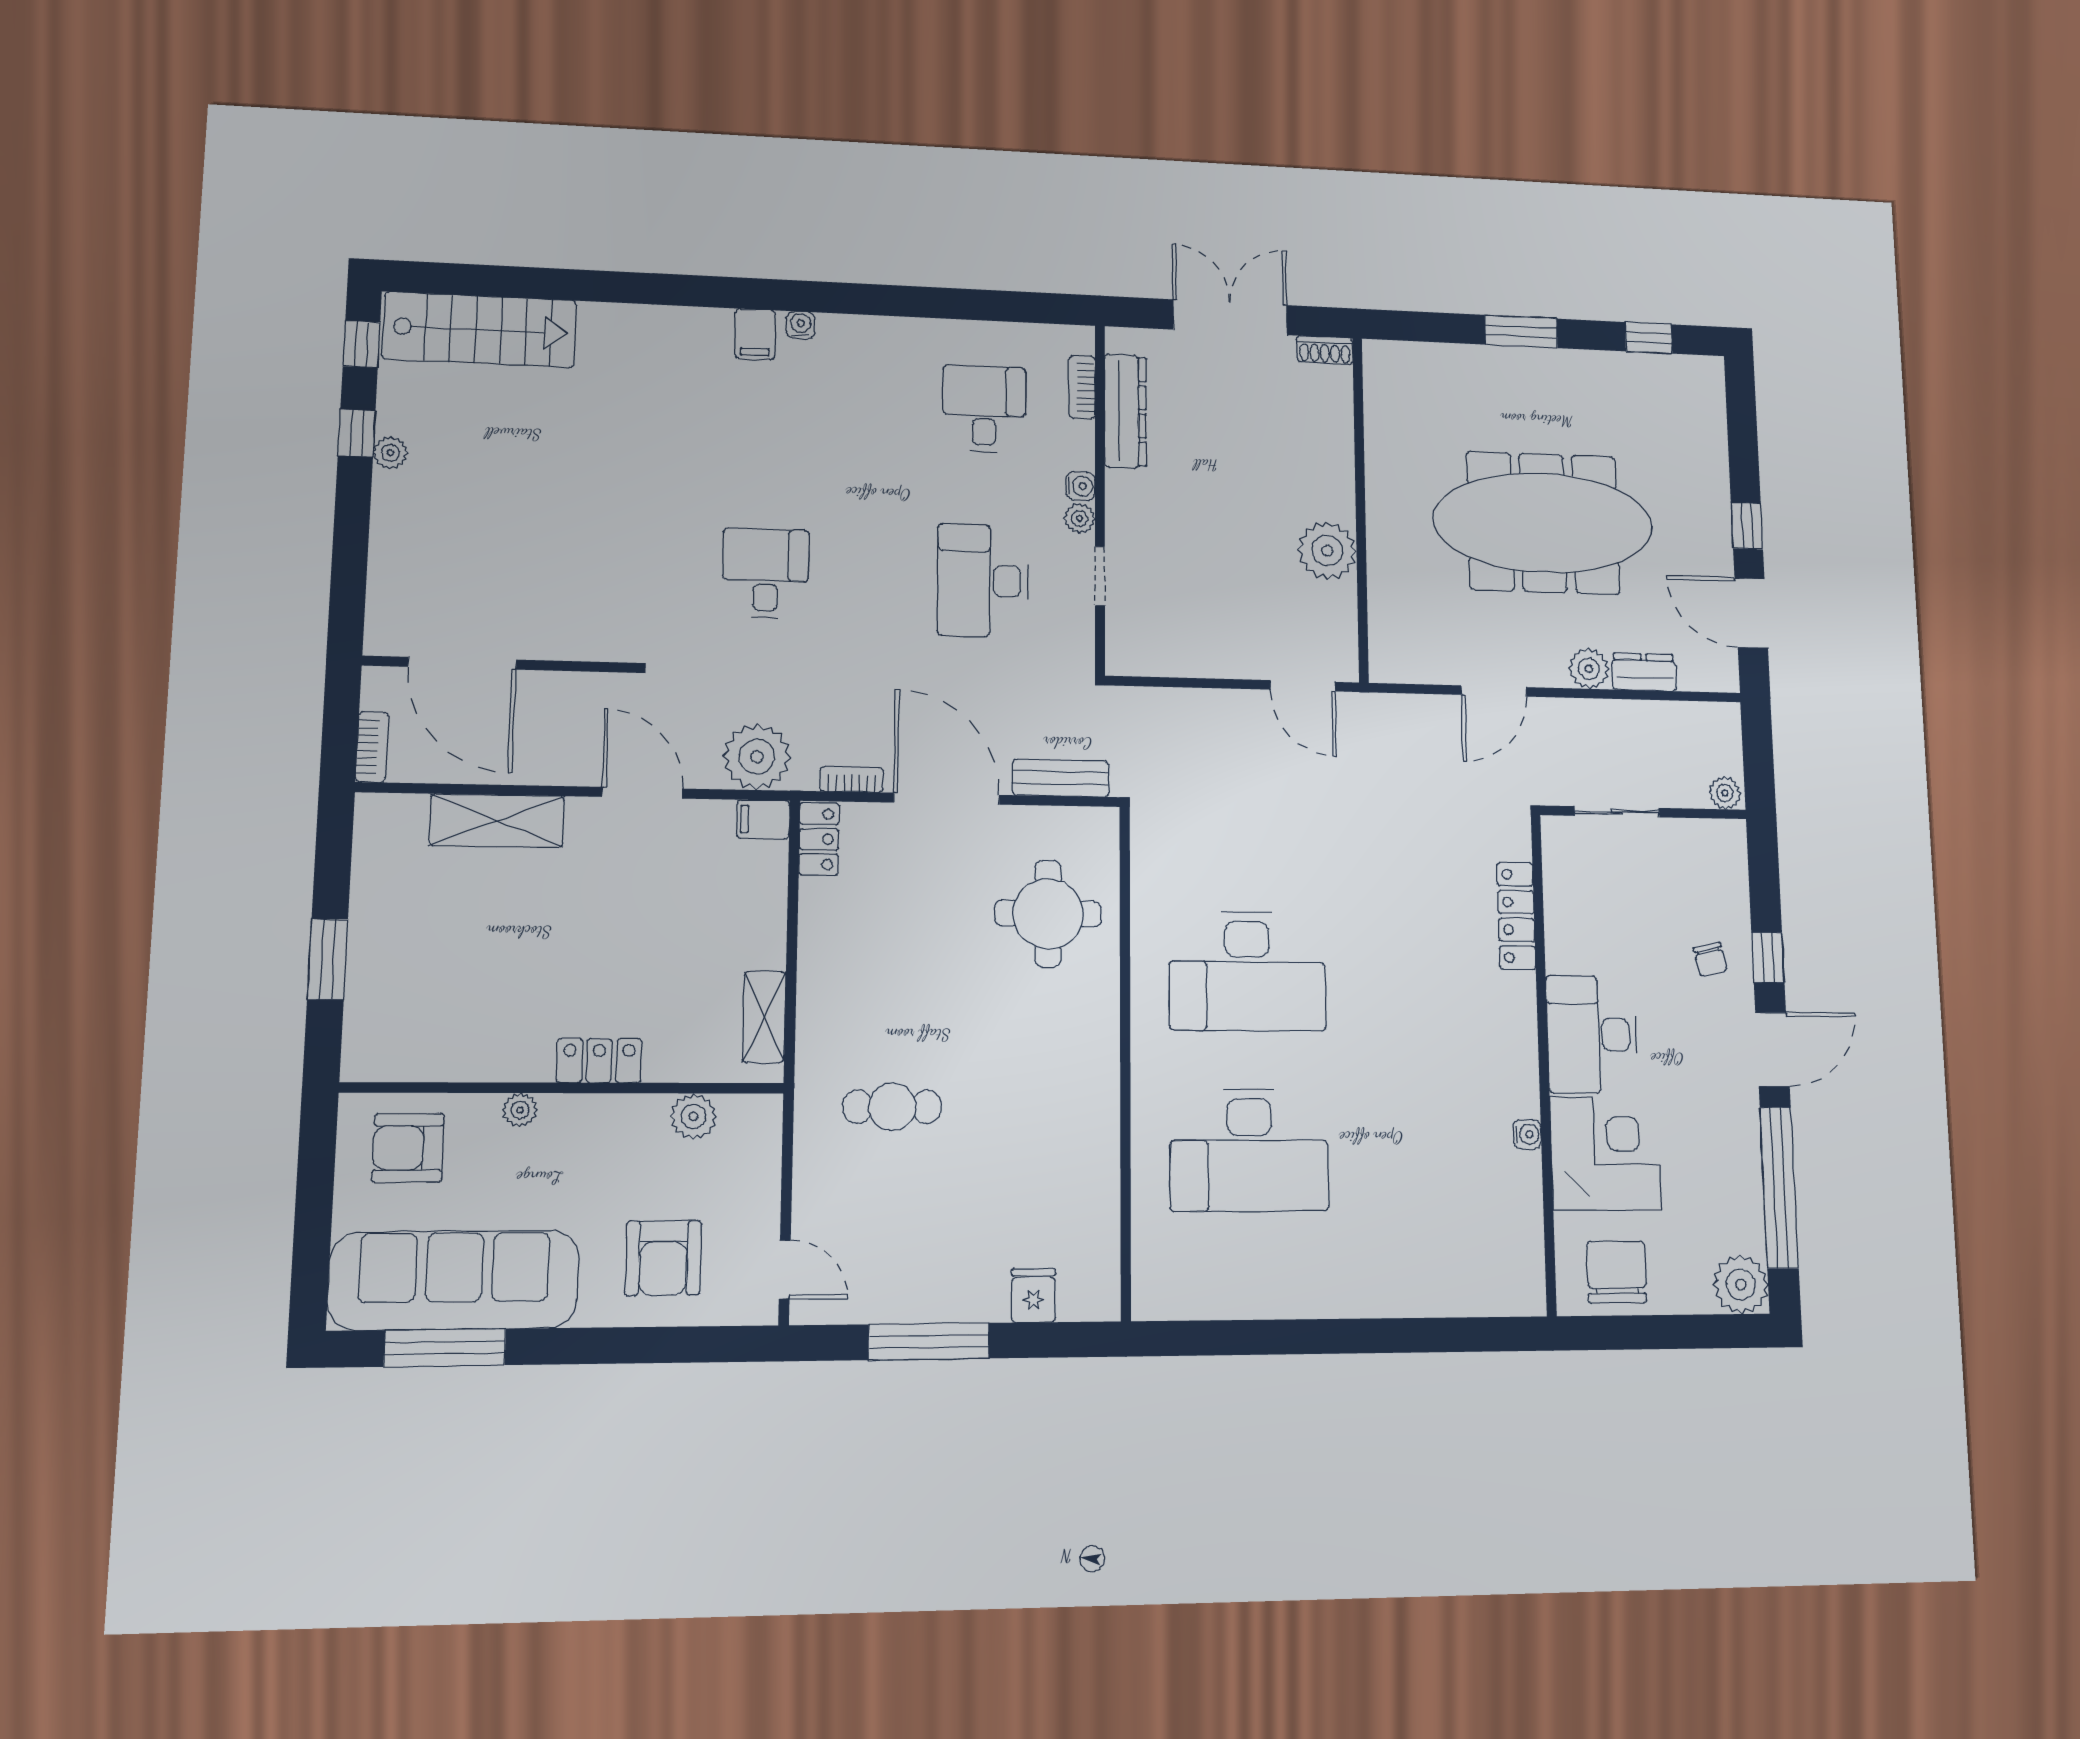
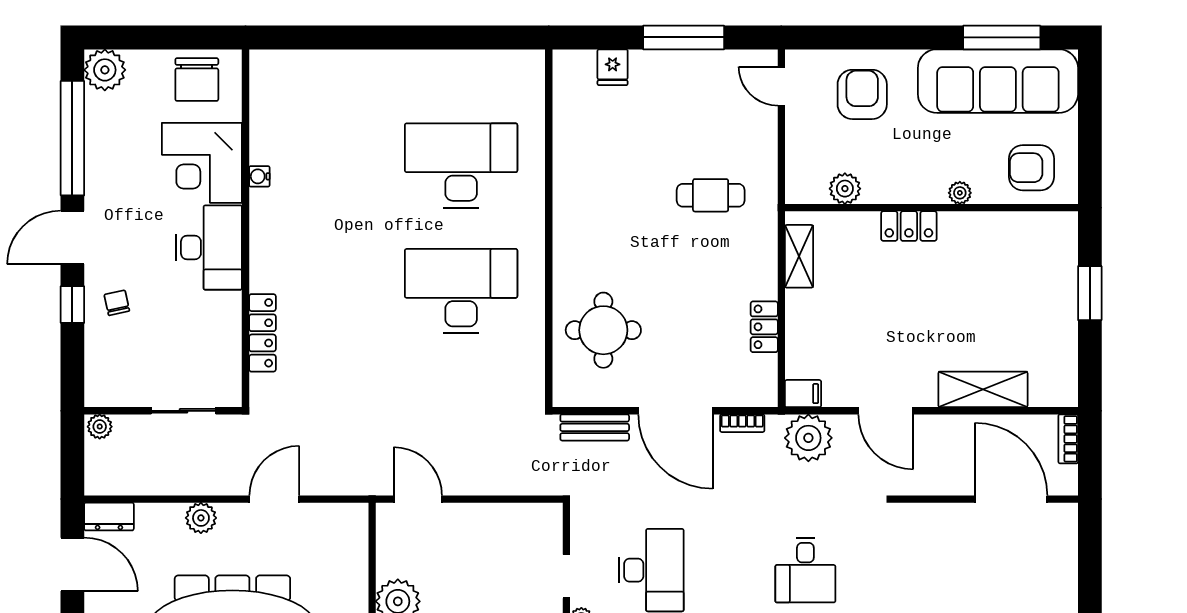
dresser: (1644, 672) -> (109, 517), moved
locker: (819, 839) -> (764, 327), moved
armchair: (408, 1148) -> (1032, 168), turned 180

